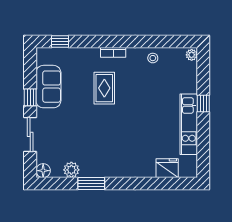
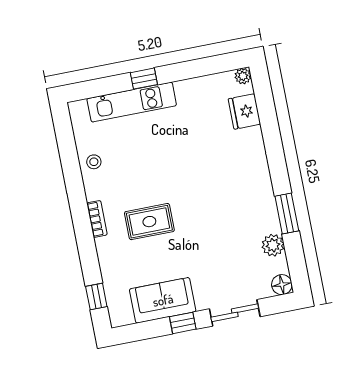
plant: (192, 55) -> (243, 76), moved
kitchen unit: (189, 124) -> (132, 102), moved

